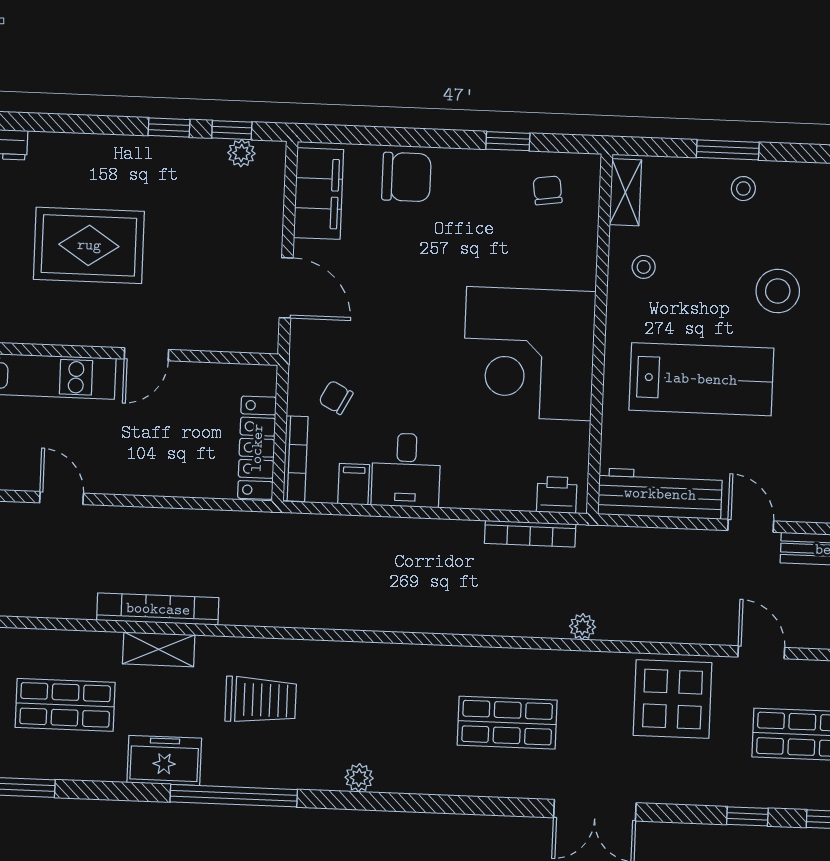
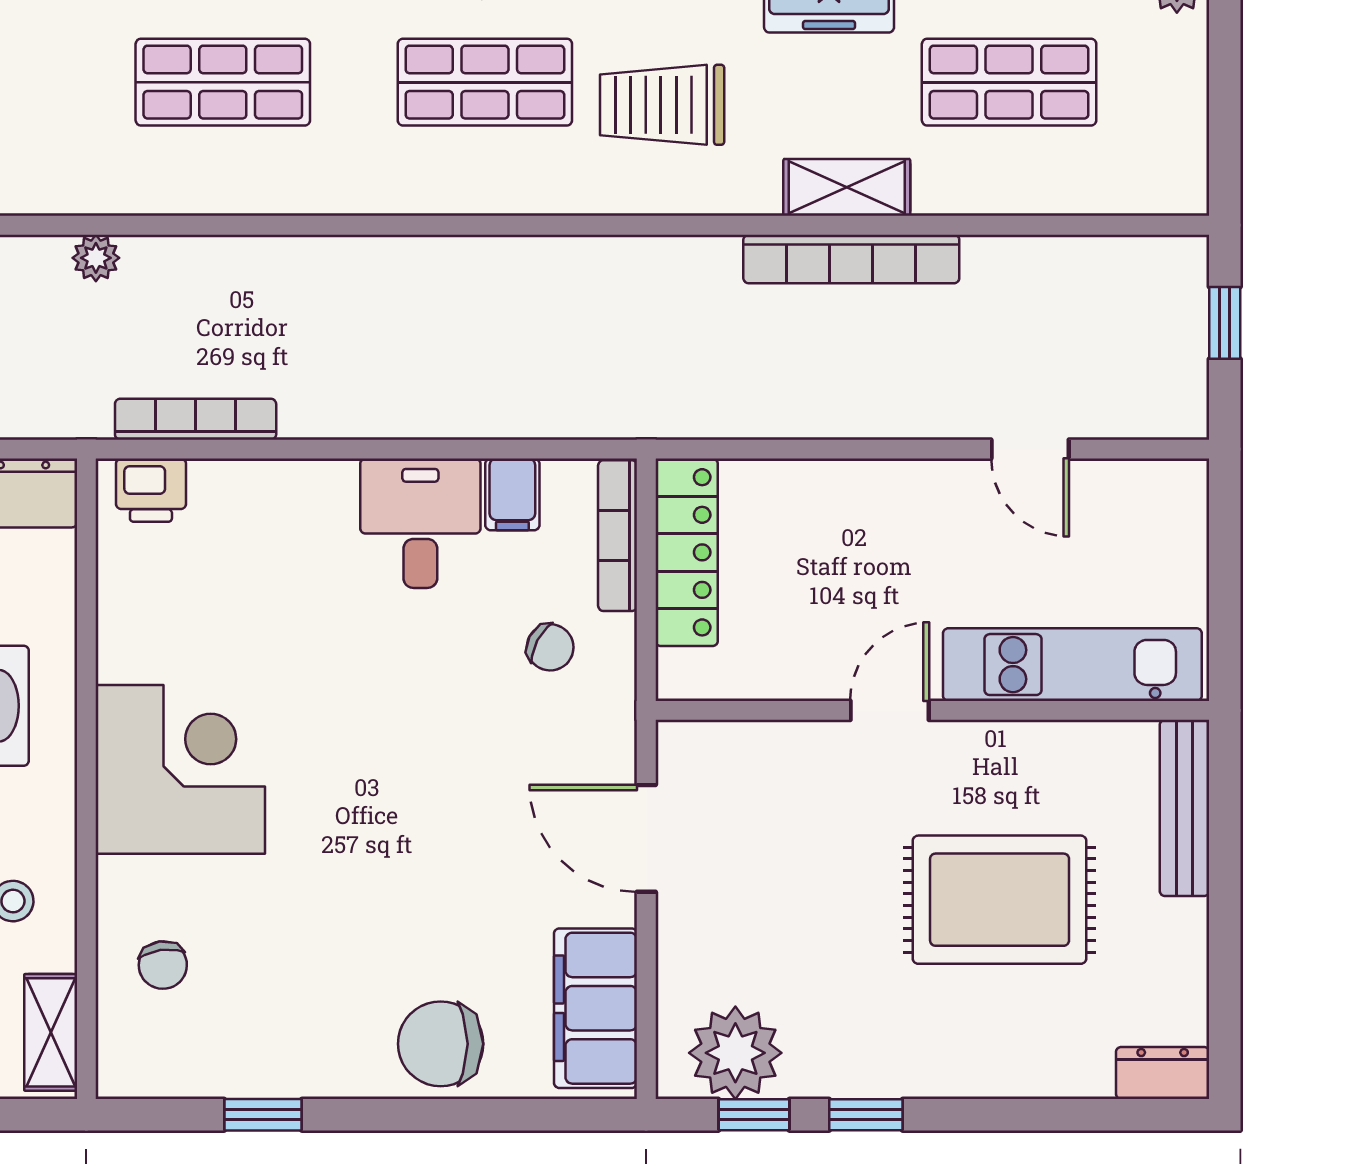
plant: (241, 153) -> (735, 1053), width x1.88, depth x1.88
chair: (548, 190) -> (163, 965), moved
corner desk: (529, 354) -> (180, 769), width x0.74, depth x0.74
shop shelf: (360, 717) -> (485, 82), added

